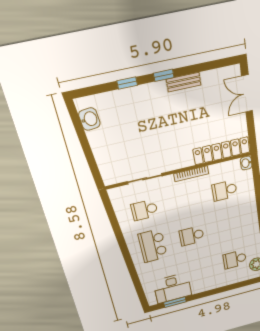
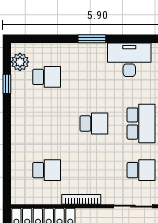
washbasin: (246, 163) -> (17, 197), removed
window: (175, 302) -> (92, 39), moved

